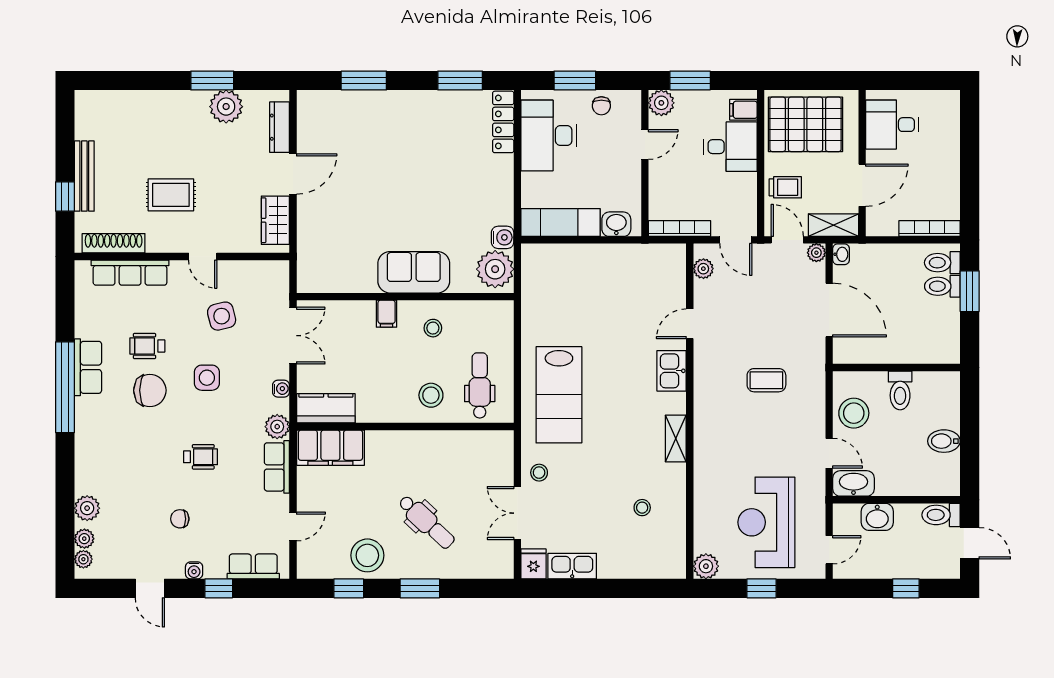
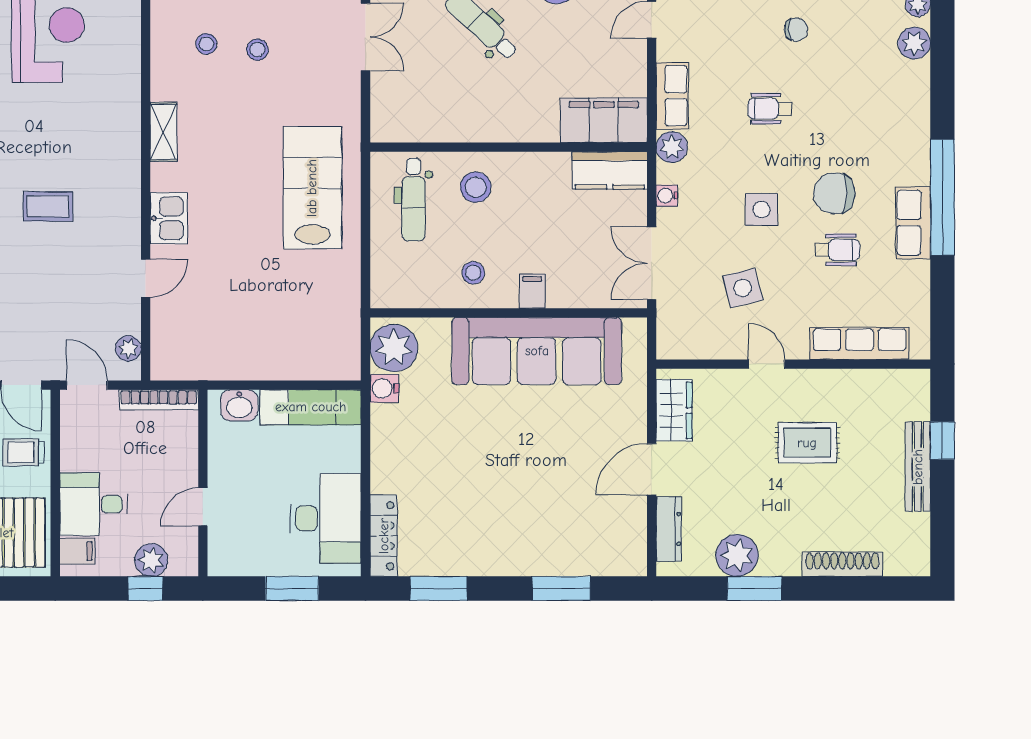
window: (690, 81) -> (145, 589), width x0.67
plant: (661, 103) -> (151, 560), moved
chair: (601, 106) -> (258, 556), removed
shoe rack: (114, 243) -> (842, 564), moved, turned 180
sofa: (414, 272) -> (537, 351), width x1.85, depth x1.27
stool: (539, 473) -> (257, 50), moved

